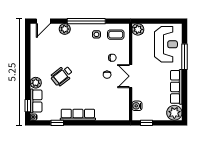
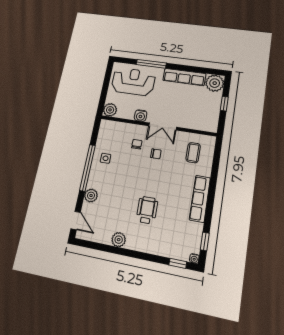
coffee table: (116, 35) -> (193, 153), moved
wheelchair: (62, 76) -> (147, 210), turned -142
plant: (36, 83) -> (119, 240), moved
row of seats: (36, 101) -> (173, 251), removed
water cooler: (137, 106) -> (141, 116), moved
window: (57, 123) -> (205, 241), moved
window: (147, 123) -> (224, 104), moved

